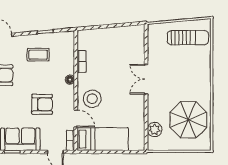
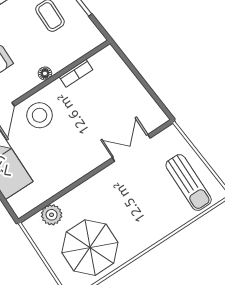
double door: (146, 79) -> (131, 148), moved

